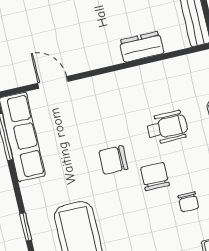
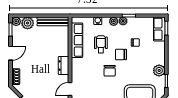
dresser: (142, 47) -> (64, 66), moved
row of seats: (164, 73) -> (77, 40), added

